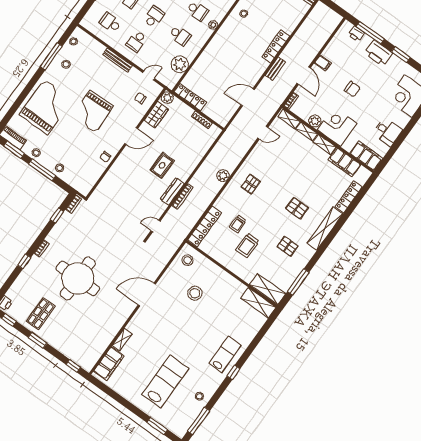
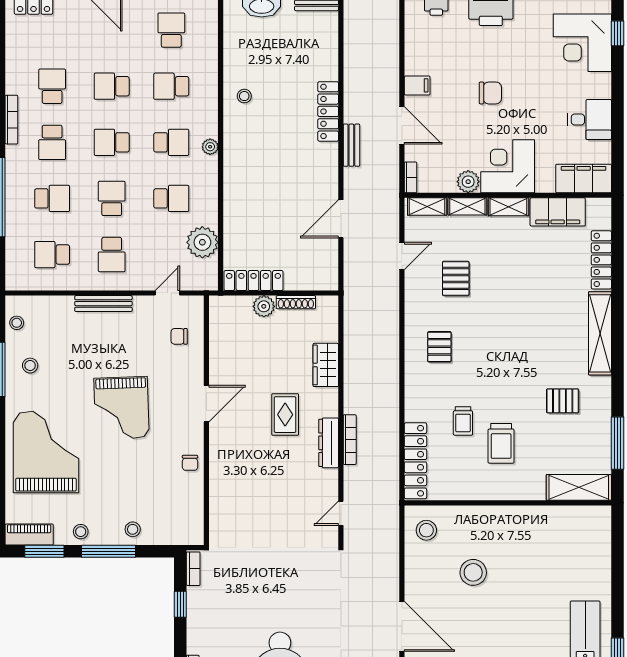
plant: (167, 98) -> (264, 306), moved
wardrobe: (156, 115) -> (326, 365), moved, turned 180
plant: (223, 176) -> (388, 364), removed
pallet: (297, 208) -> (456, 278), moved, turned 90
door: (147, 295) -> (402, 626), swing flipped
shelving: (258, 303) -> (579, 518), removed

